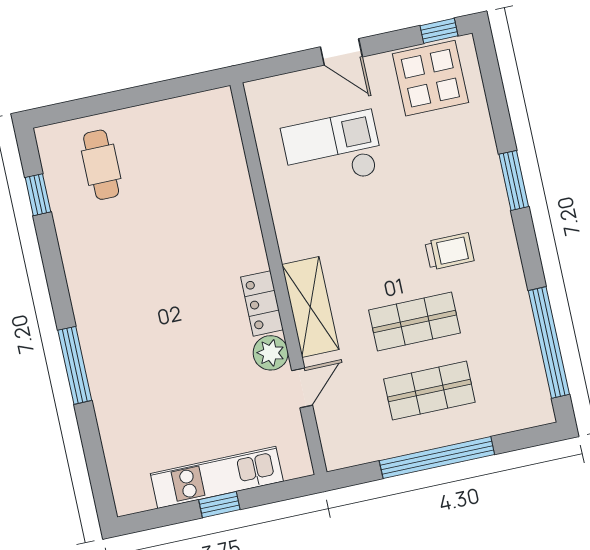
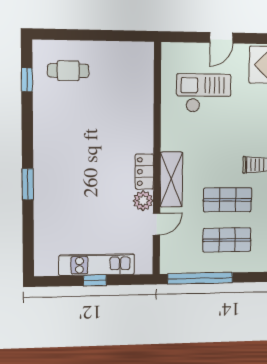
door: (341, 52) -> (221, 38), hinge flipped
cafe table: (101, 165) -> (68, 71), turned 90
window: (75, 365) -> (28, 184), width x0.69
window: (437, 458) -> (200, 278), moved

